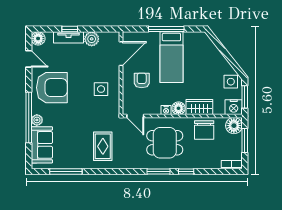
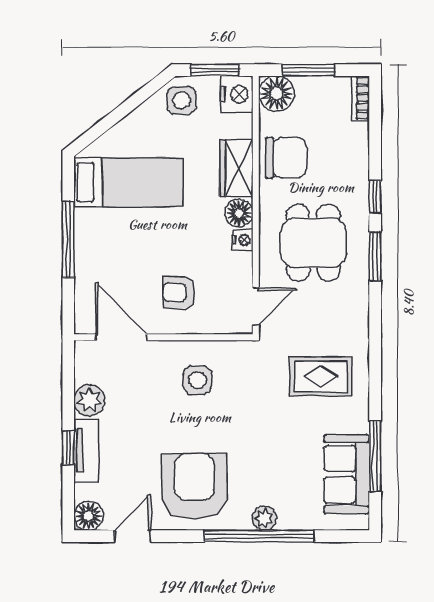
bed: (171, 57) -> (129, 182), moved
sofa: (42, 145) -> (347, 474), moved, turned -90

